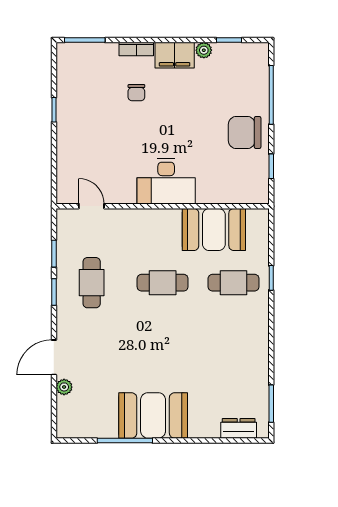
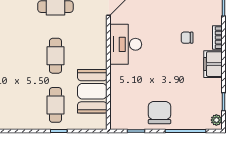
plant: (204, 50) -> (216, 120), moved
desk: (166, 181) -> (126, 44), moved

